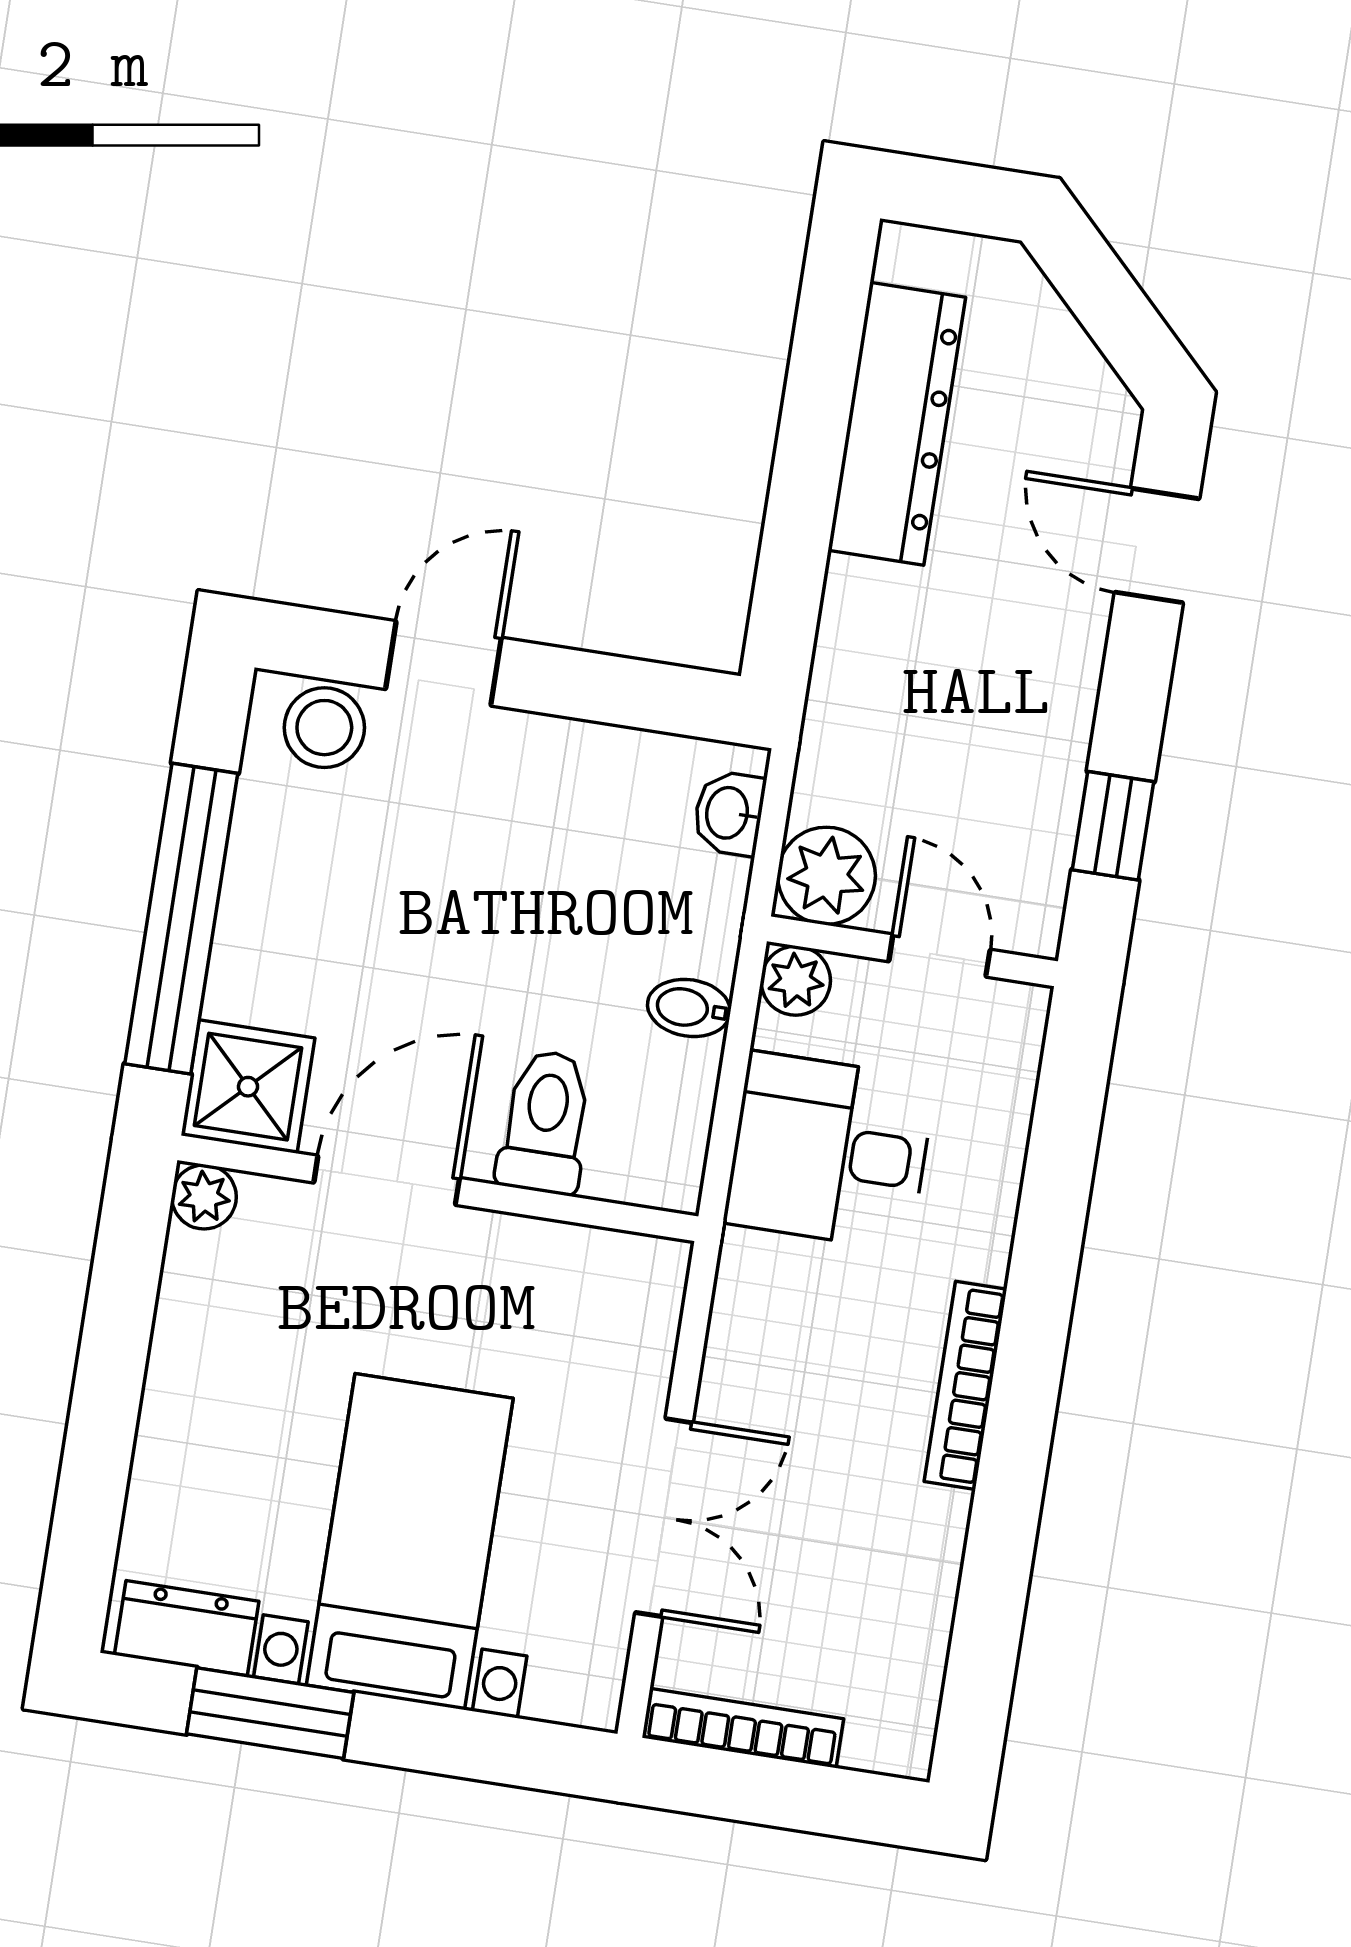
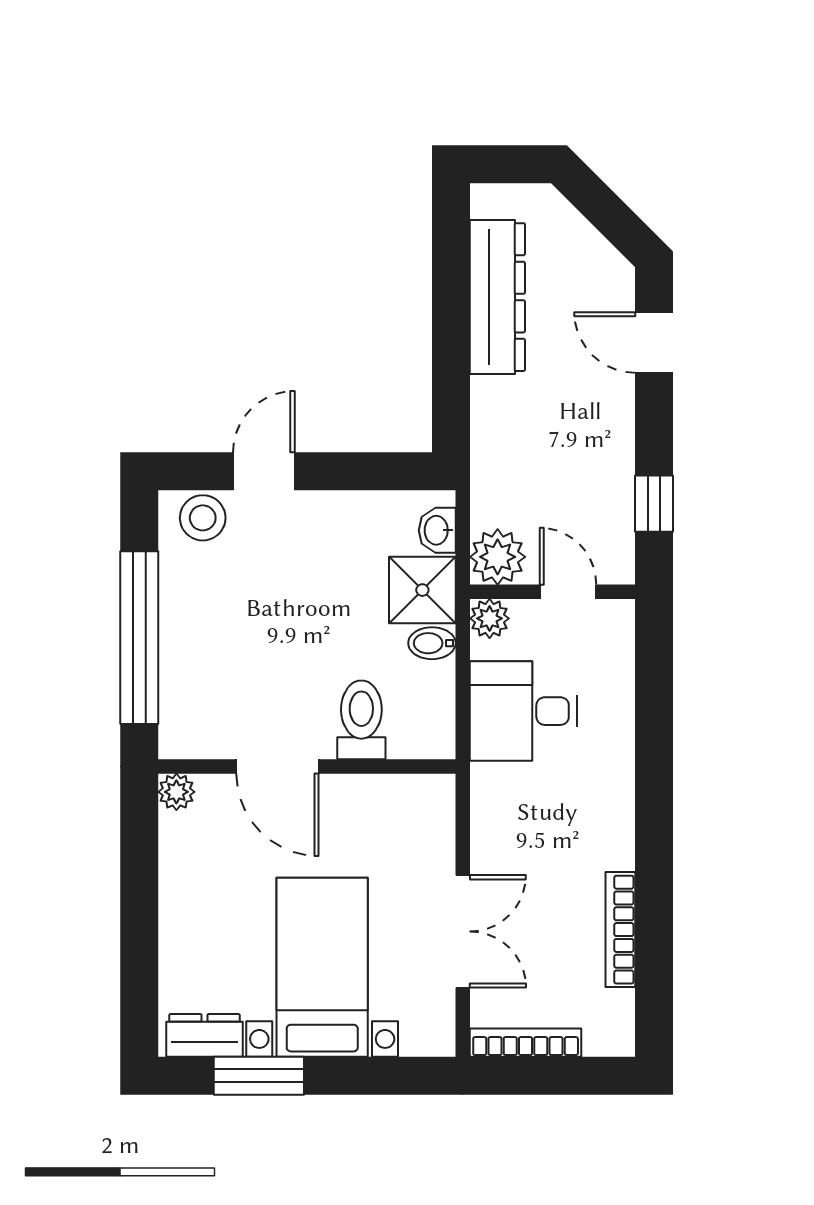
shower: (248, 1087) -> (422, 590), moved
door: (387, 1180) -> (277, 766), swing flipped
bookcase: (965, 1385) -> (620, 930), moved

